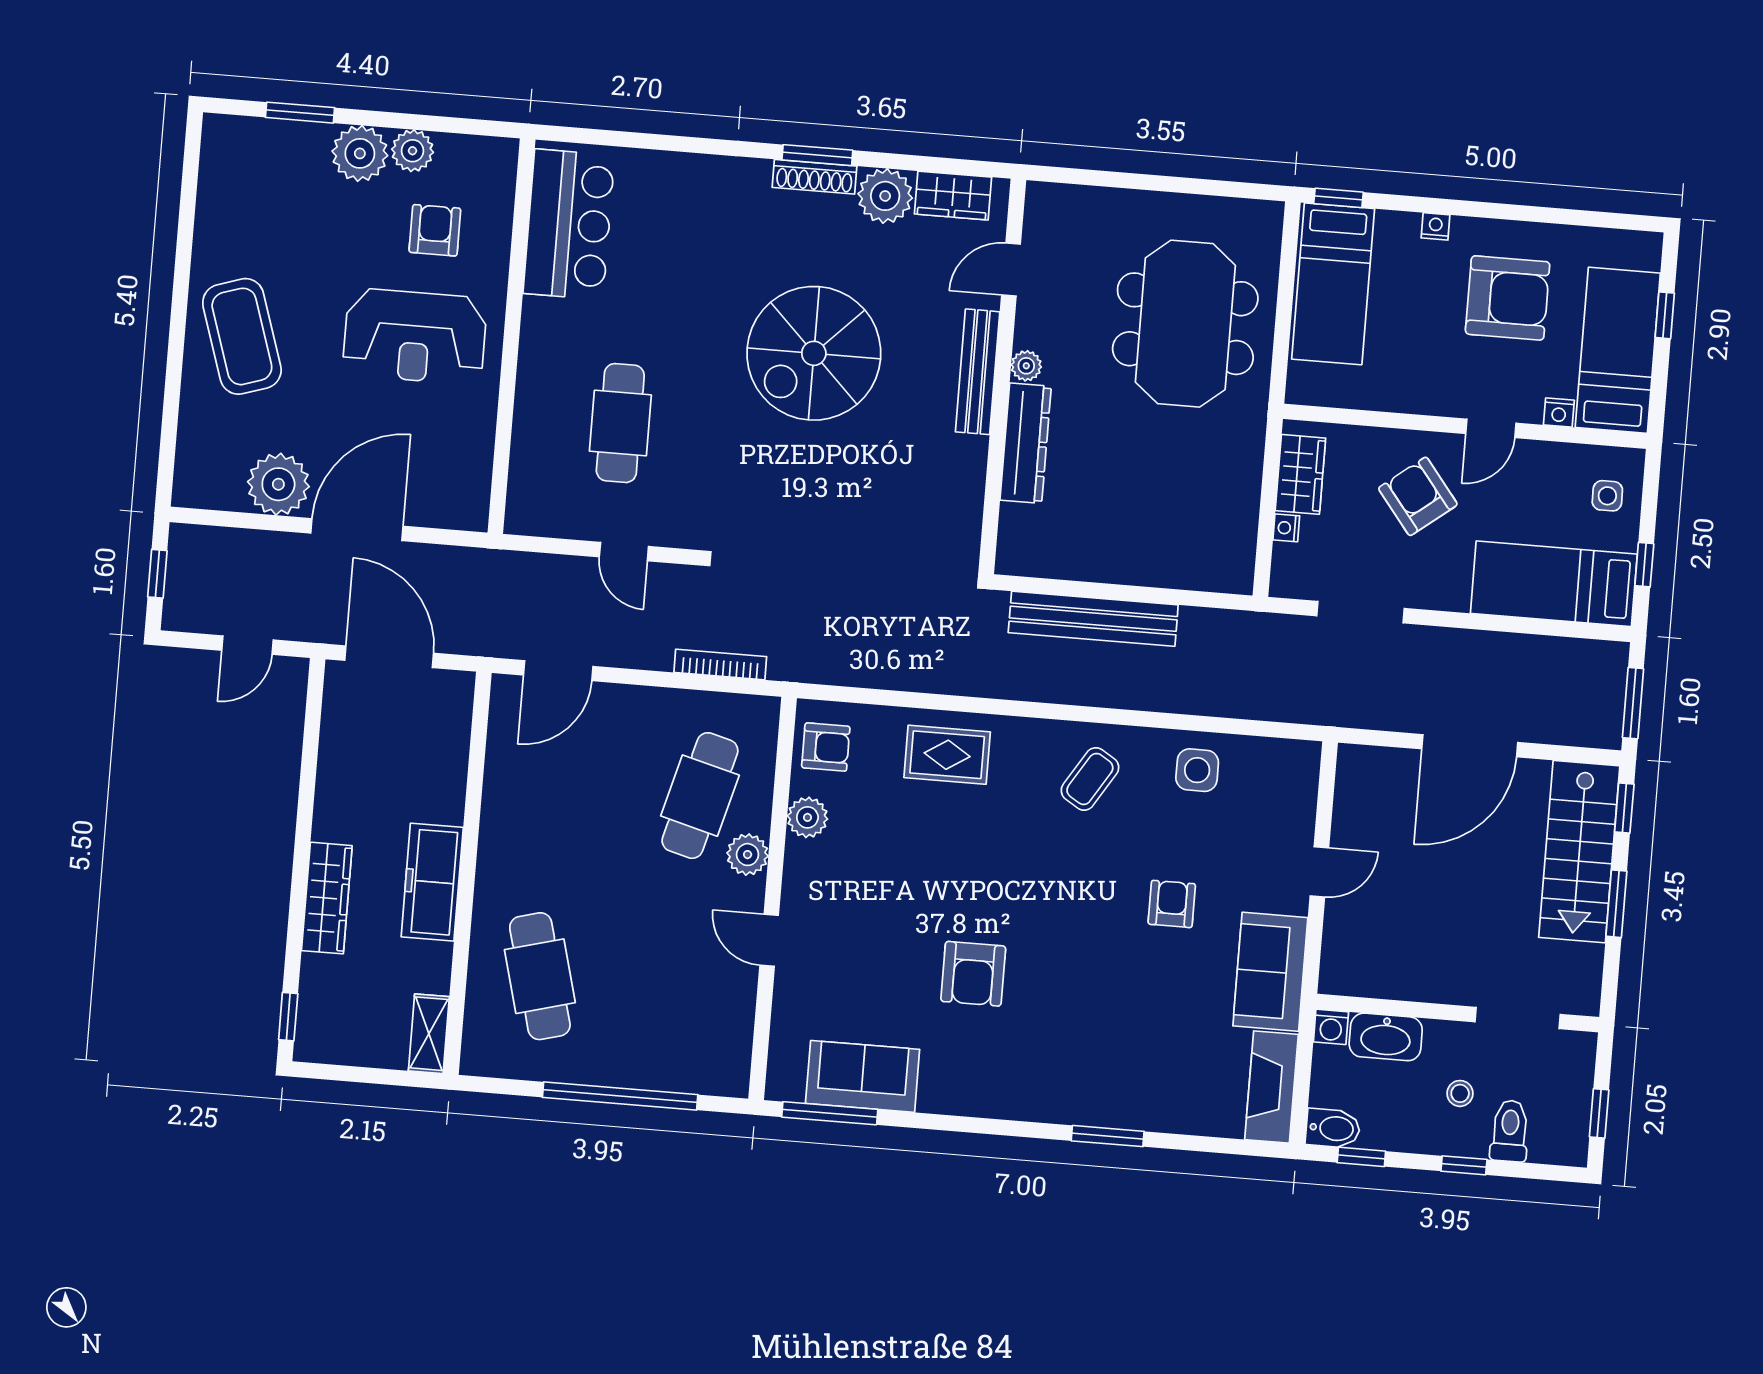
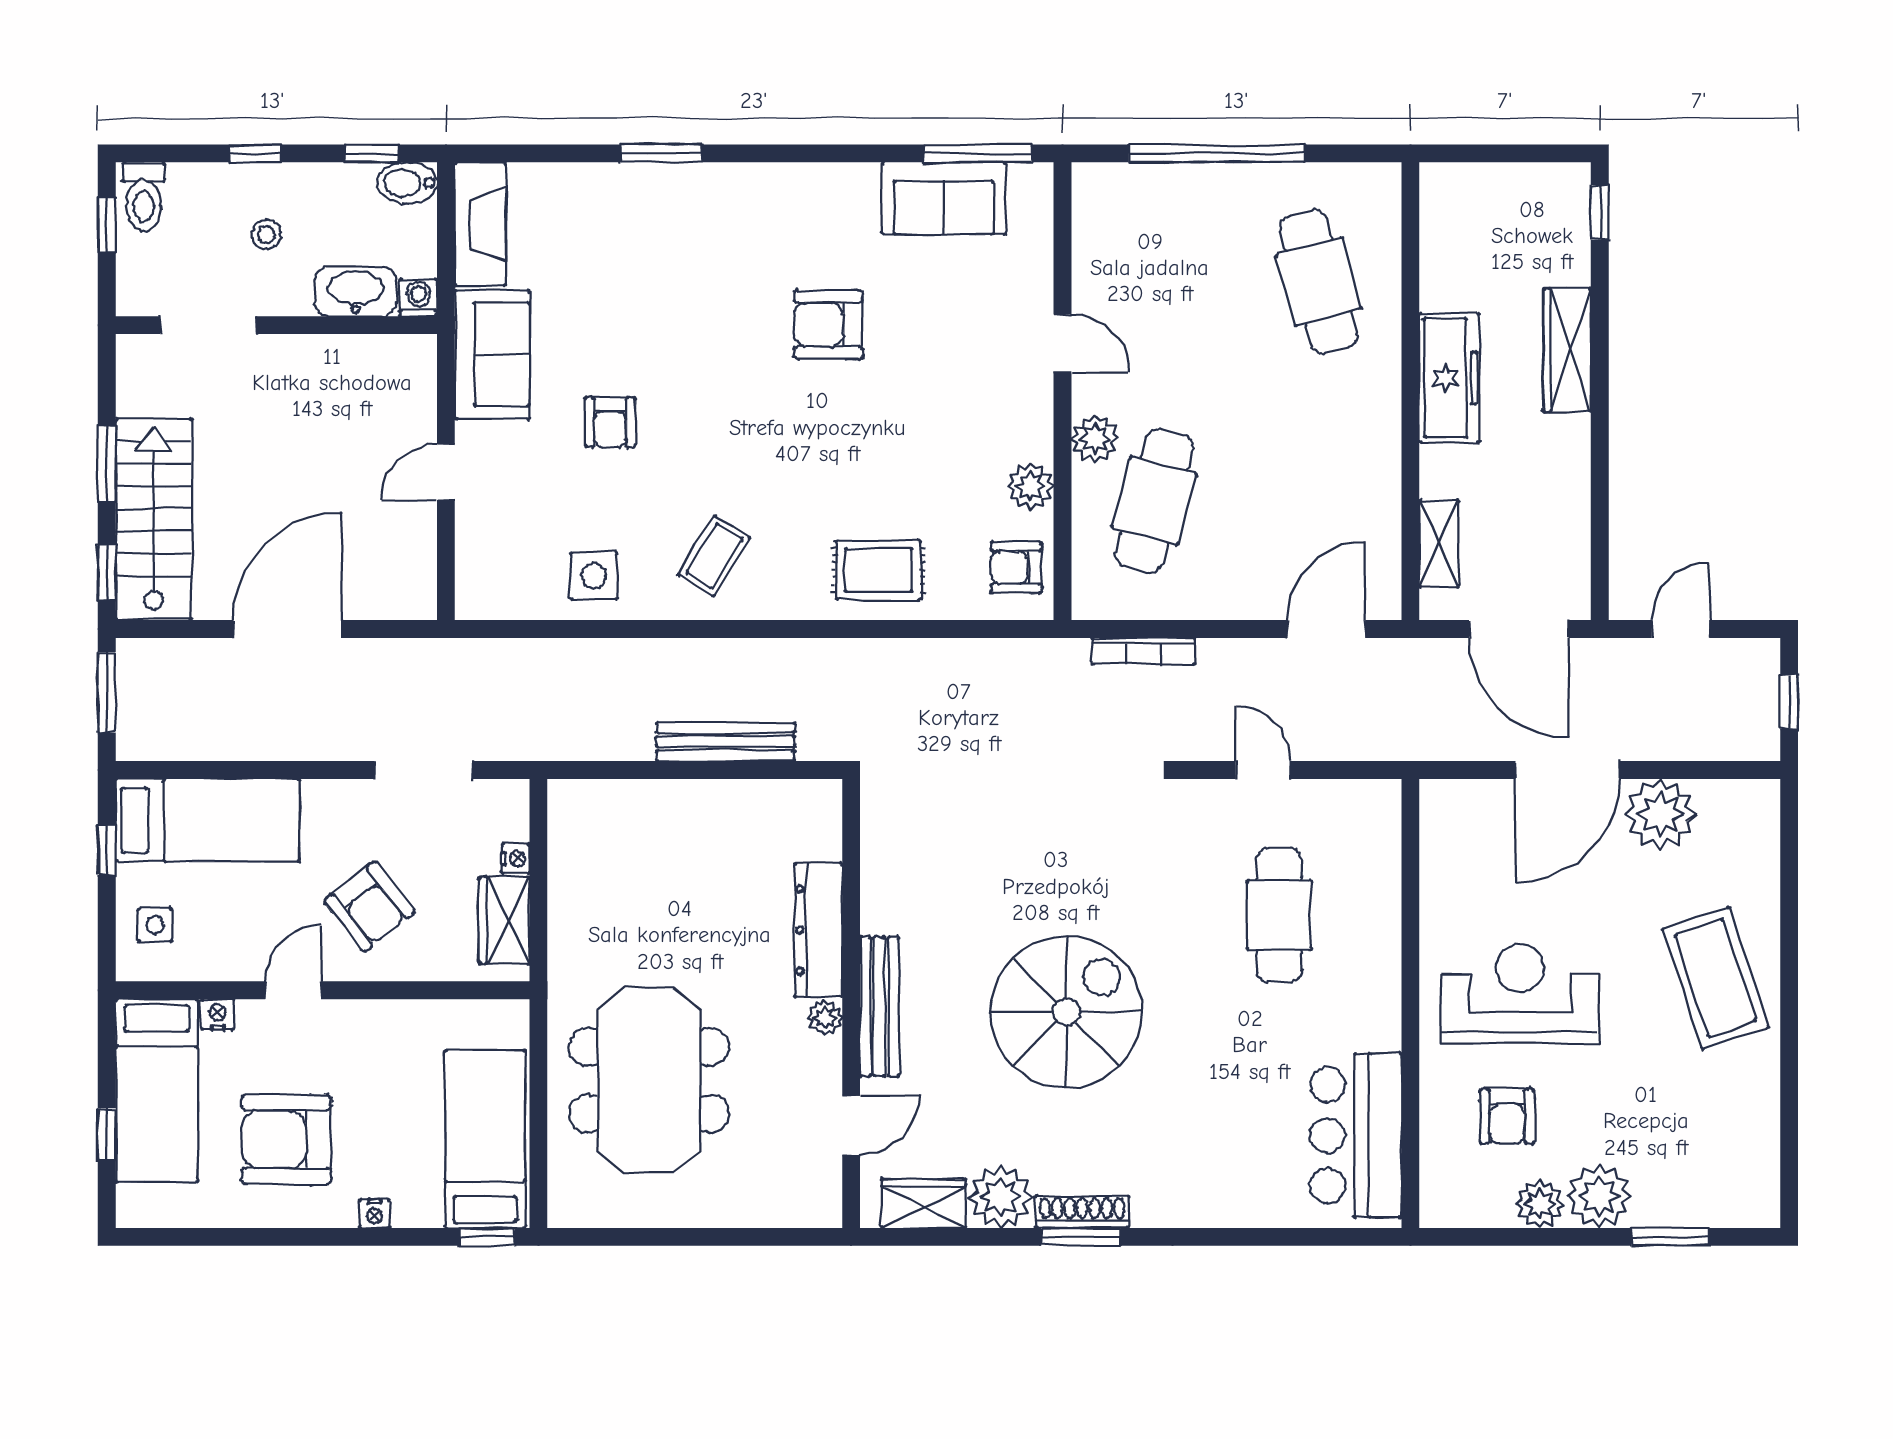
bench: (1093, 619) -> (726, 742), width x0.73, depth x0.82
armchair: (973, 974) -> (828, 325), turned -90
shelving: (429, 1034) -> (1439, 544), moved
toilet: (1510, 1131) -> (144, 197), moved

